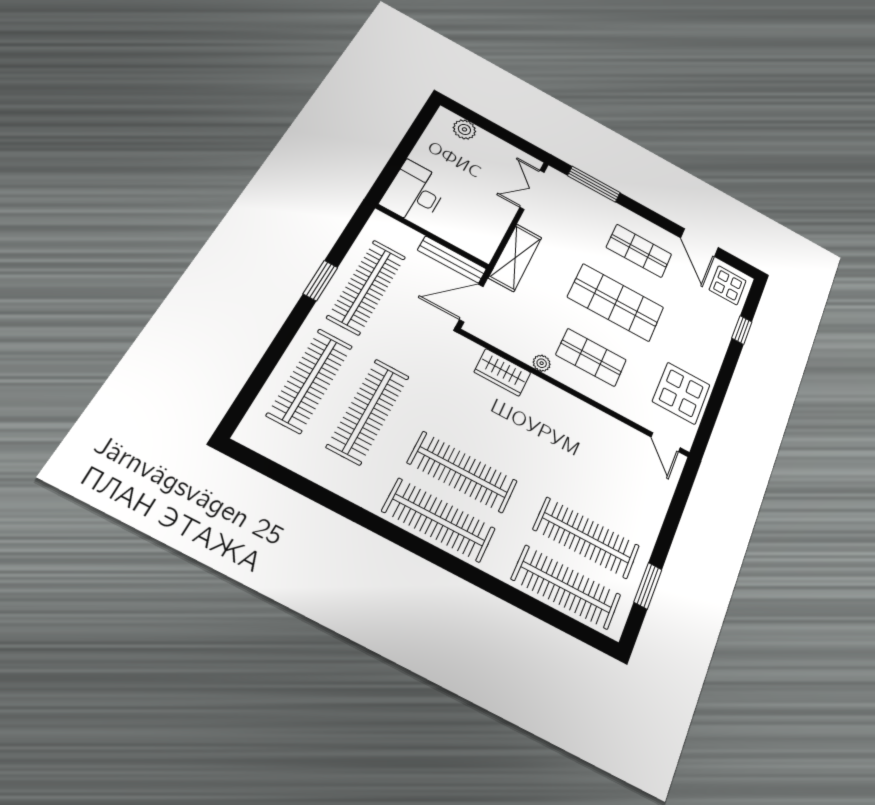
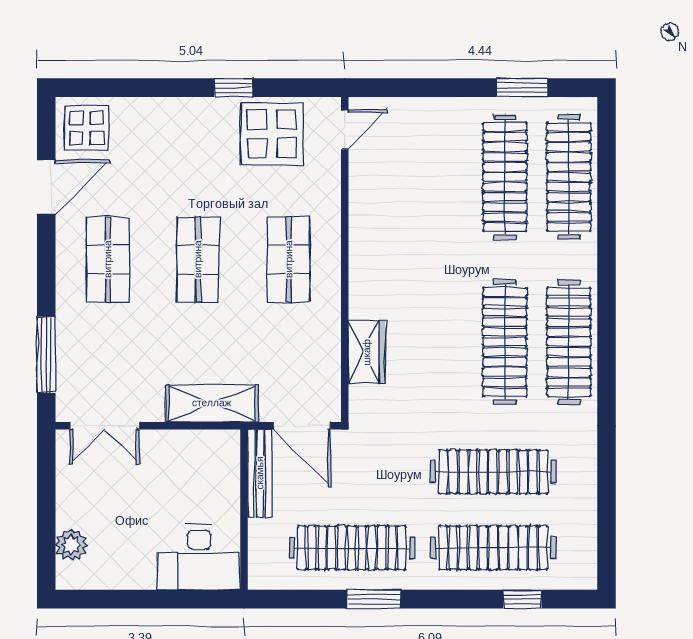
shop shelf: (616, 302) -> (198, 259), width x0.70, depth x0.74
window: (742, 330) -> (233, 88), moved
plant: (542, 363) -> (330, 313), removed
window: (257, 380) -> (522, 599), added

